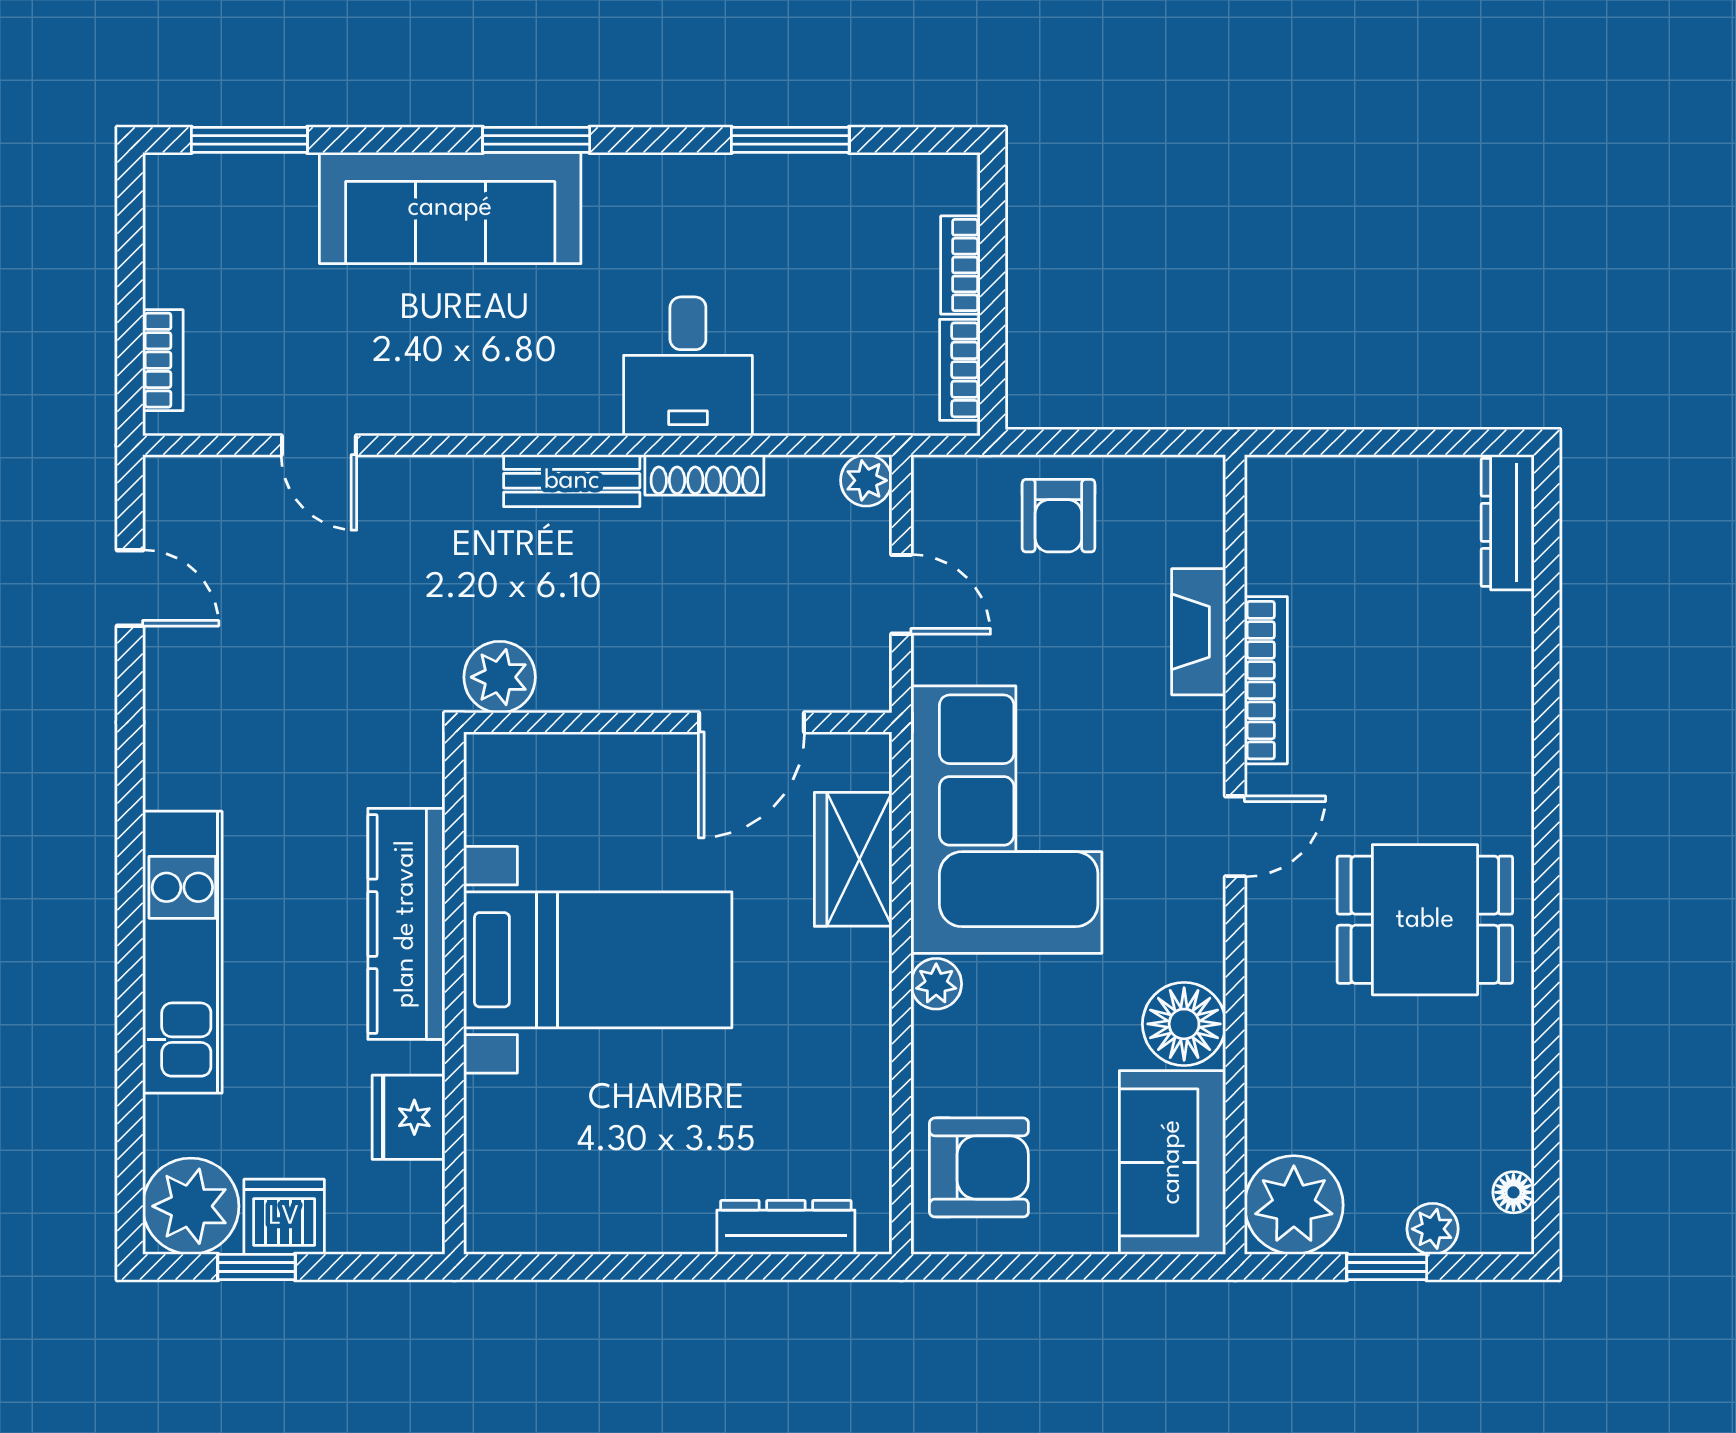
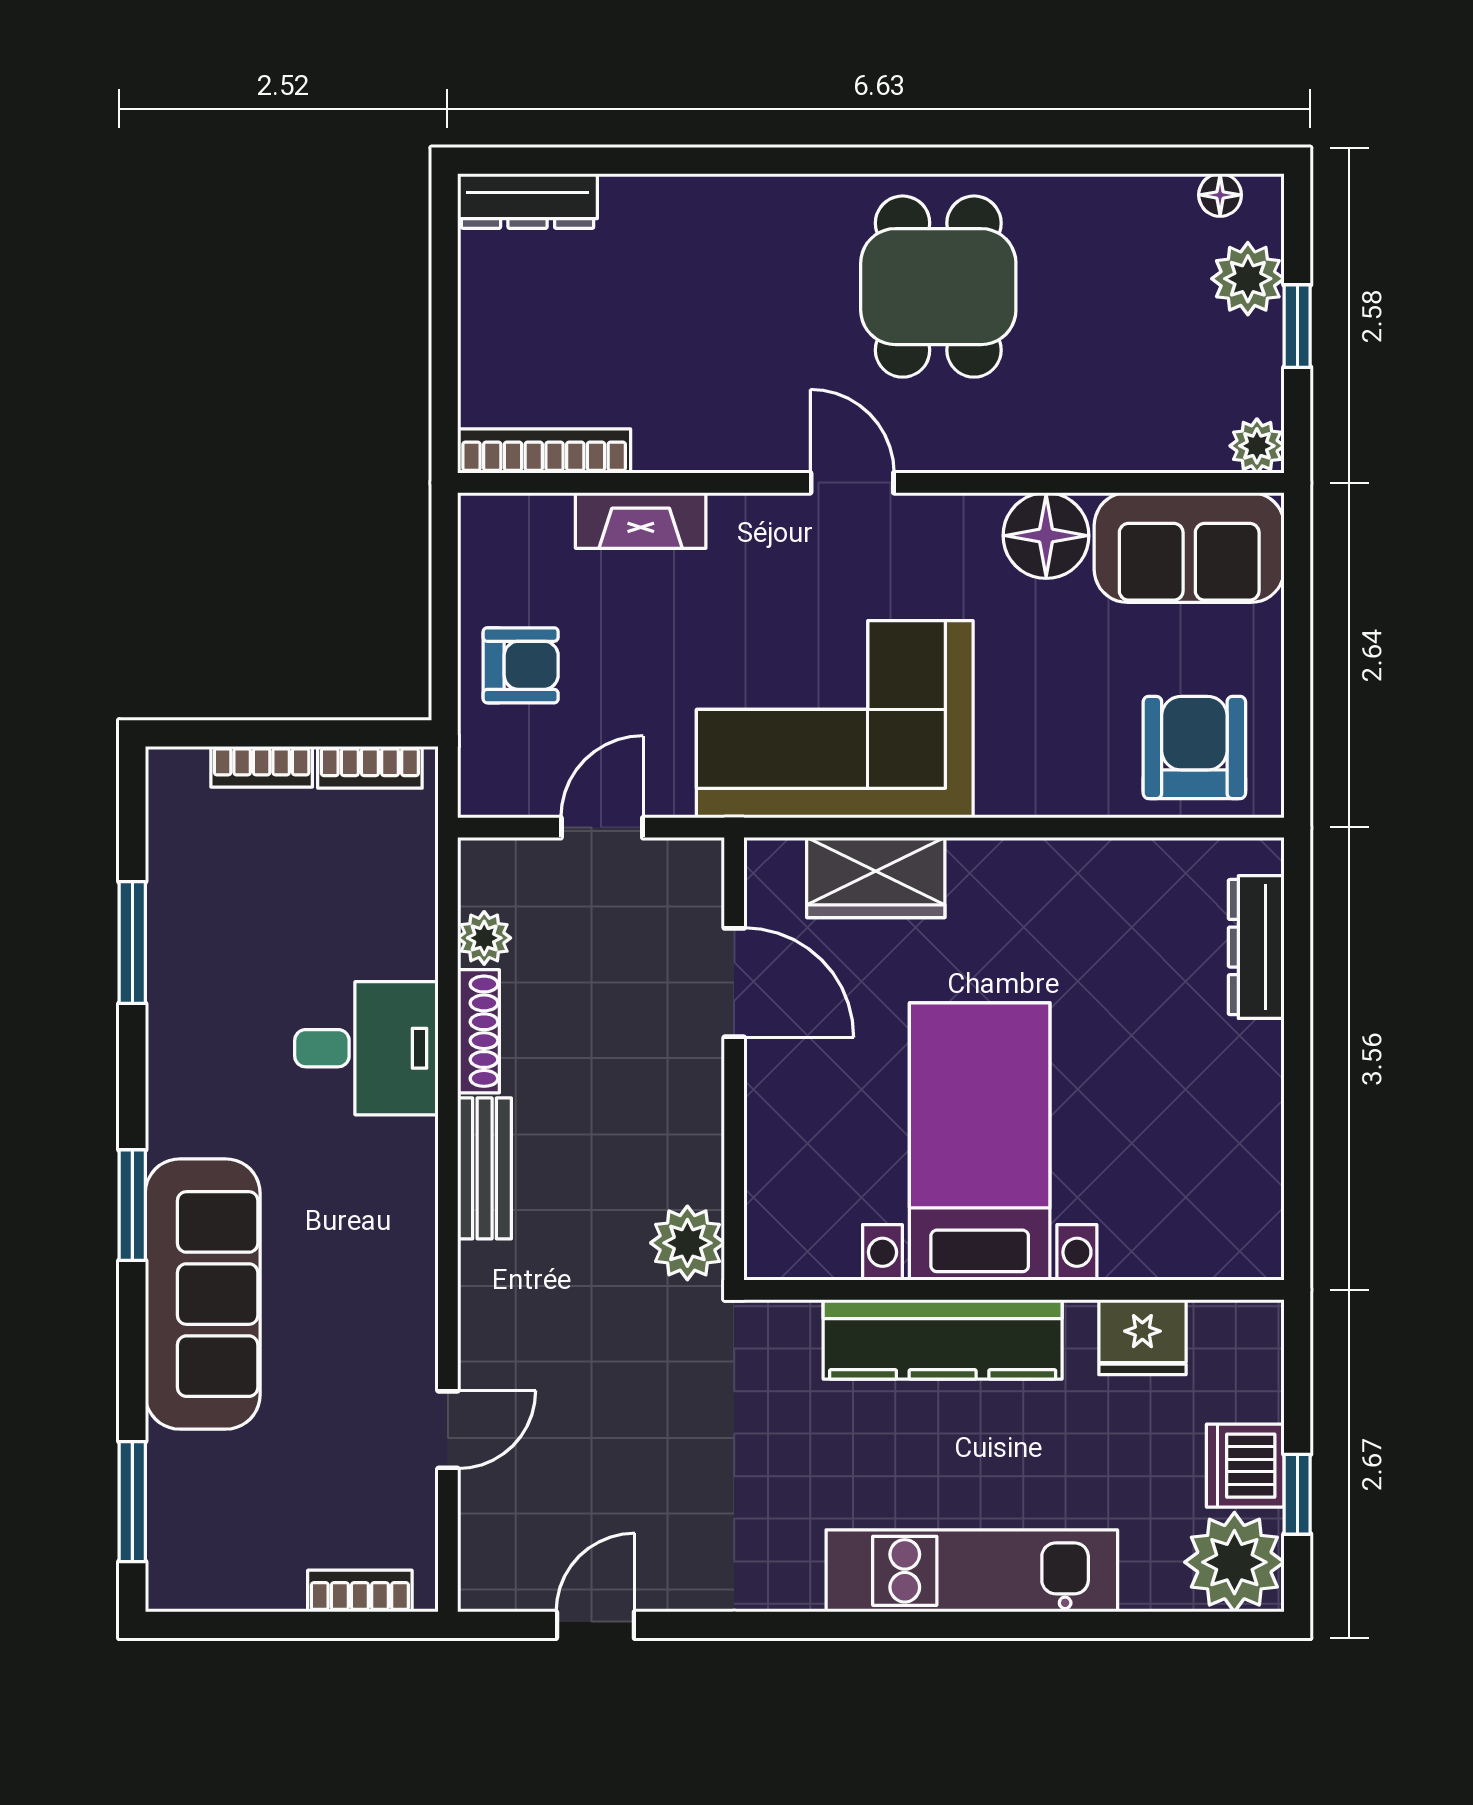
plant: (866, 480) -> (484, 938), moved
bookcase: (1266, 680) -> (544, 451), moved
plant: (936, 984) -> (1005, 792), removed
plant: (1294, 1205) -> (1257, 446), width x0.53, depth x0.53
plant: (1433, 1229) -> (1248, 279), width x1.38, depth x1.38

